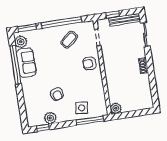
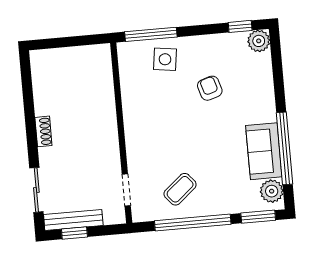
window: (113, 15) -> (74, 233), moved
armchair: (89, 64) -> (145, 142), removed
plant: (116, 108) -> (101, 54), removed
plant: (50, 118) -> (259, 41), moved

